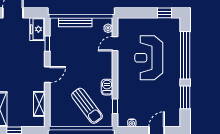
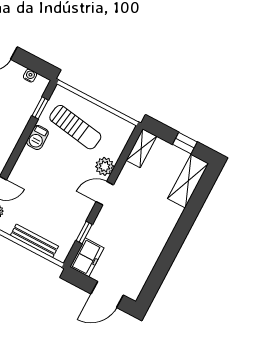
plant: (56, 91) -> (105, 166), added
shelving: (39, 104) -> (141, 148), moved
sun lounger: (87, 106) -> (75, 127), turned 136

